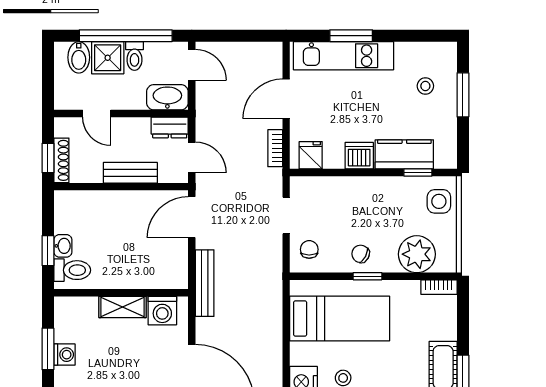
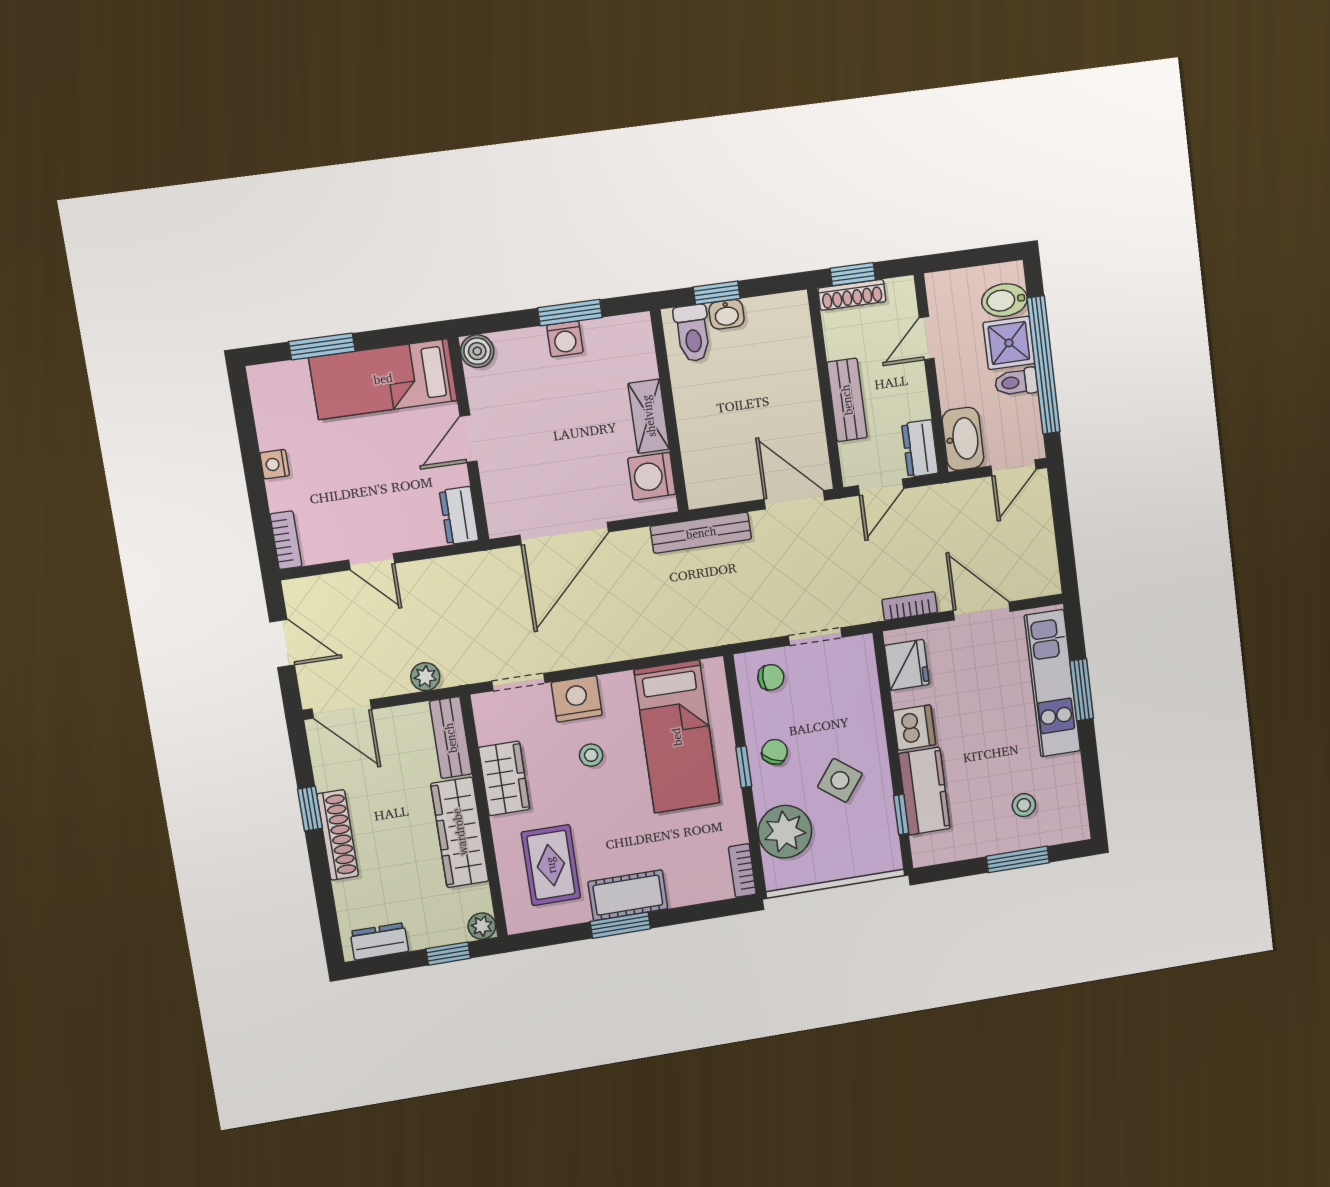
fridge: (311, 155) -> (907, 665), width x1.38
side table: (439, 201) -> (840, 780), moved, turned 37

